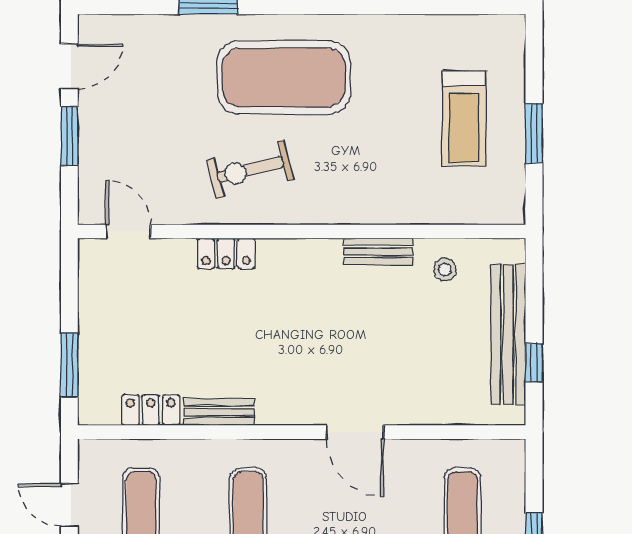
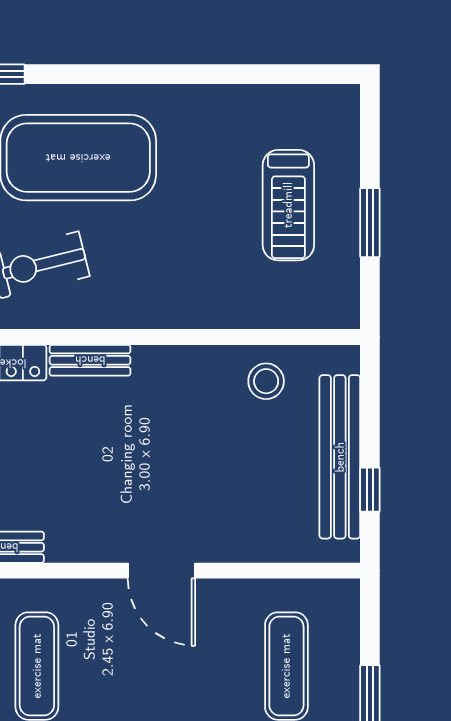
bench: (378, 251) -> (90, 360), moved
stool: (445, 269) -> (266, 381), width x1.37, depth x1.37

